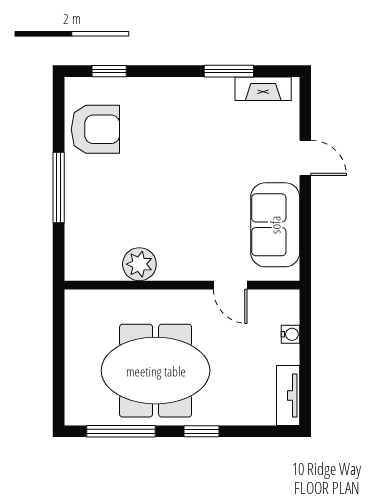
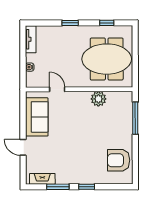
window: (109, 71) -> (87, 187), moved
window: (59, 188) -> (135, 118), moved
meeting table: (156, 371) -> (107, 59), moved
window: (121, 431) -> (107, 23), width x0.46

